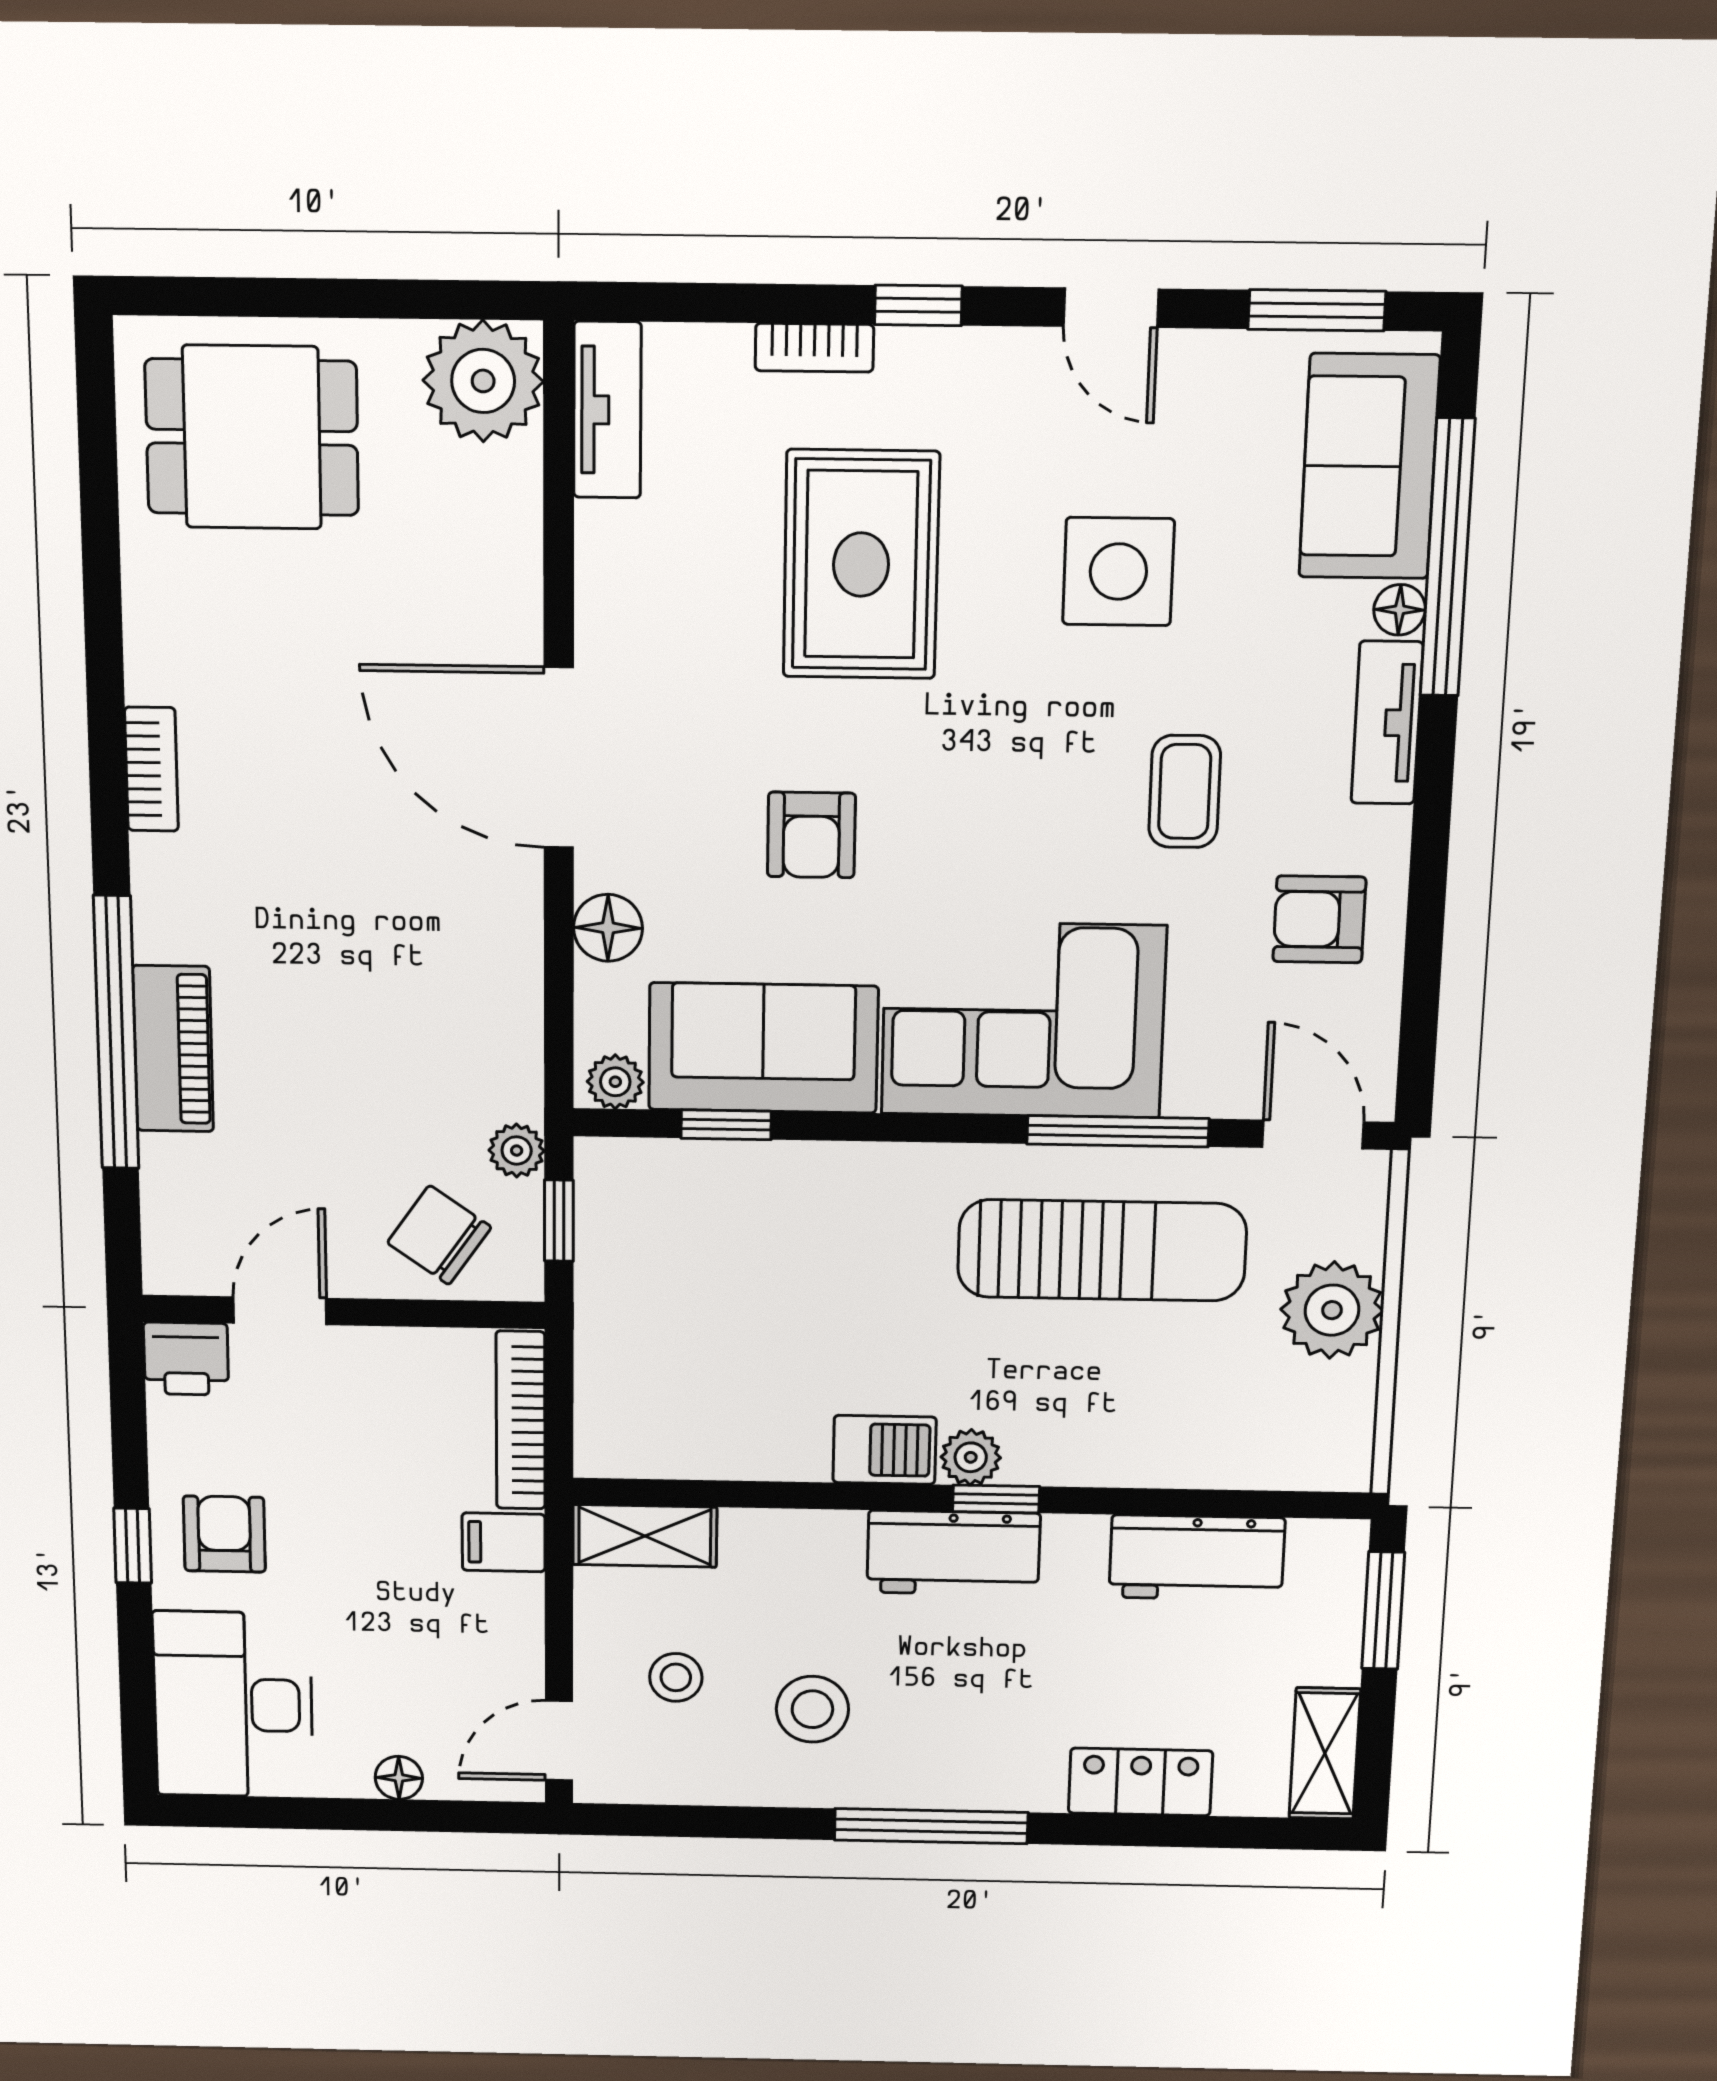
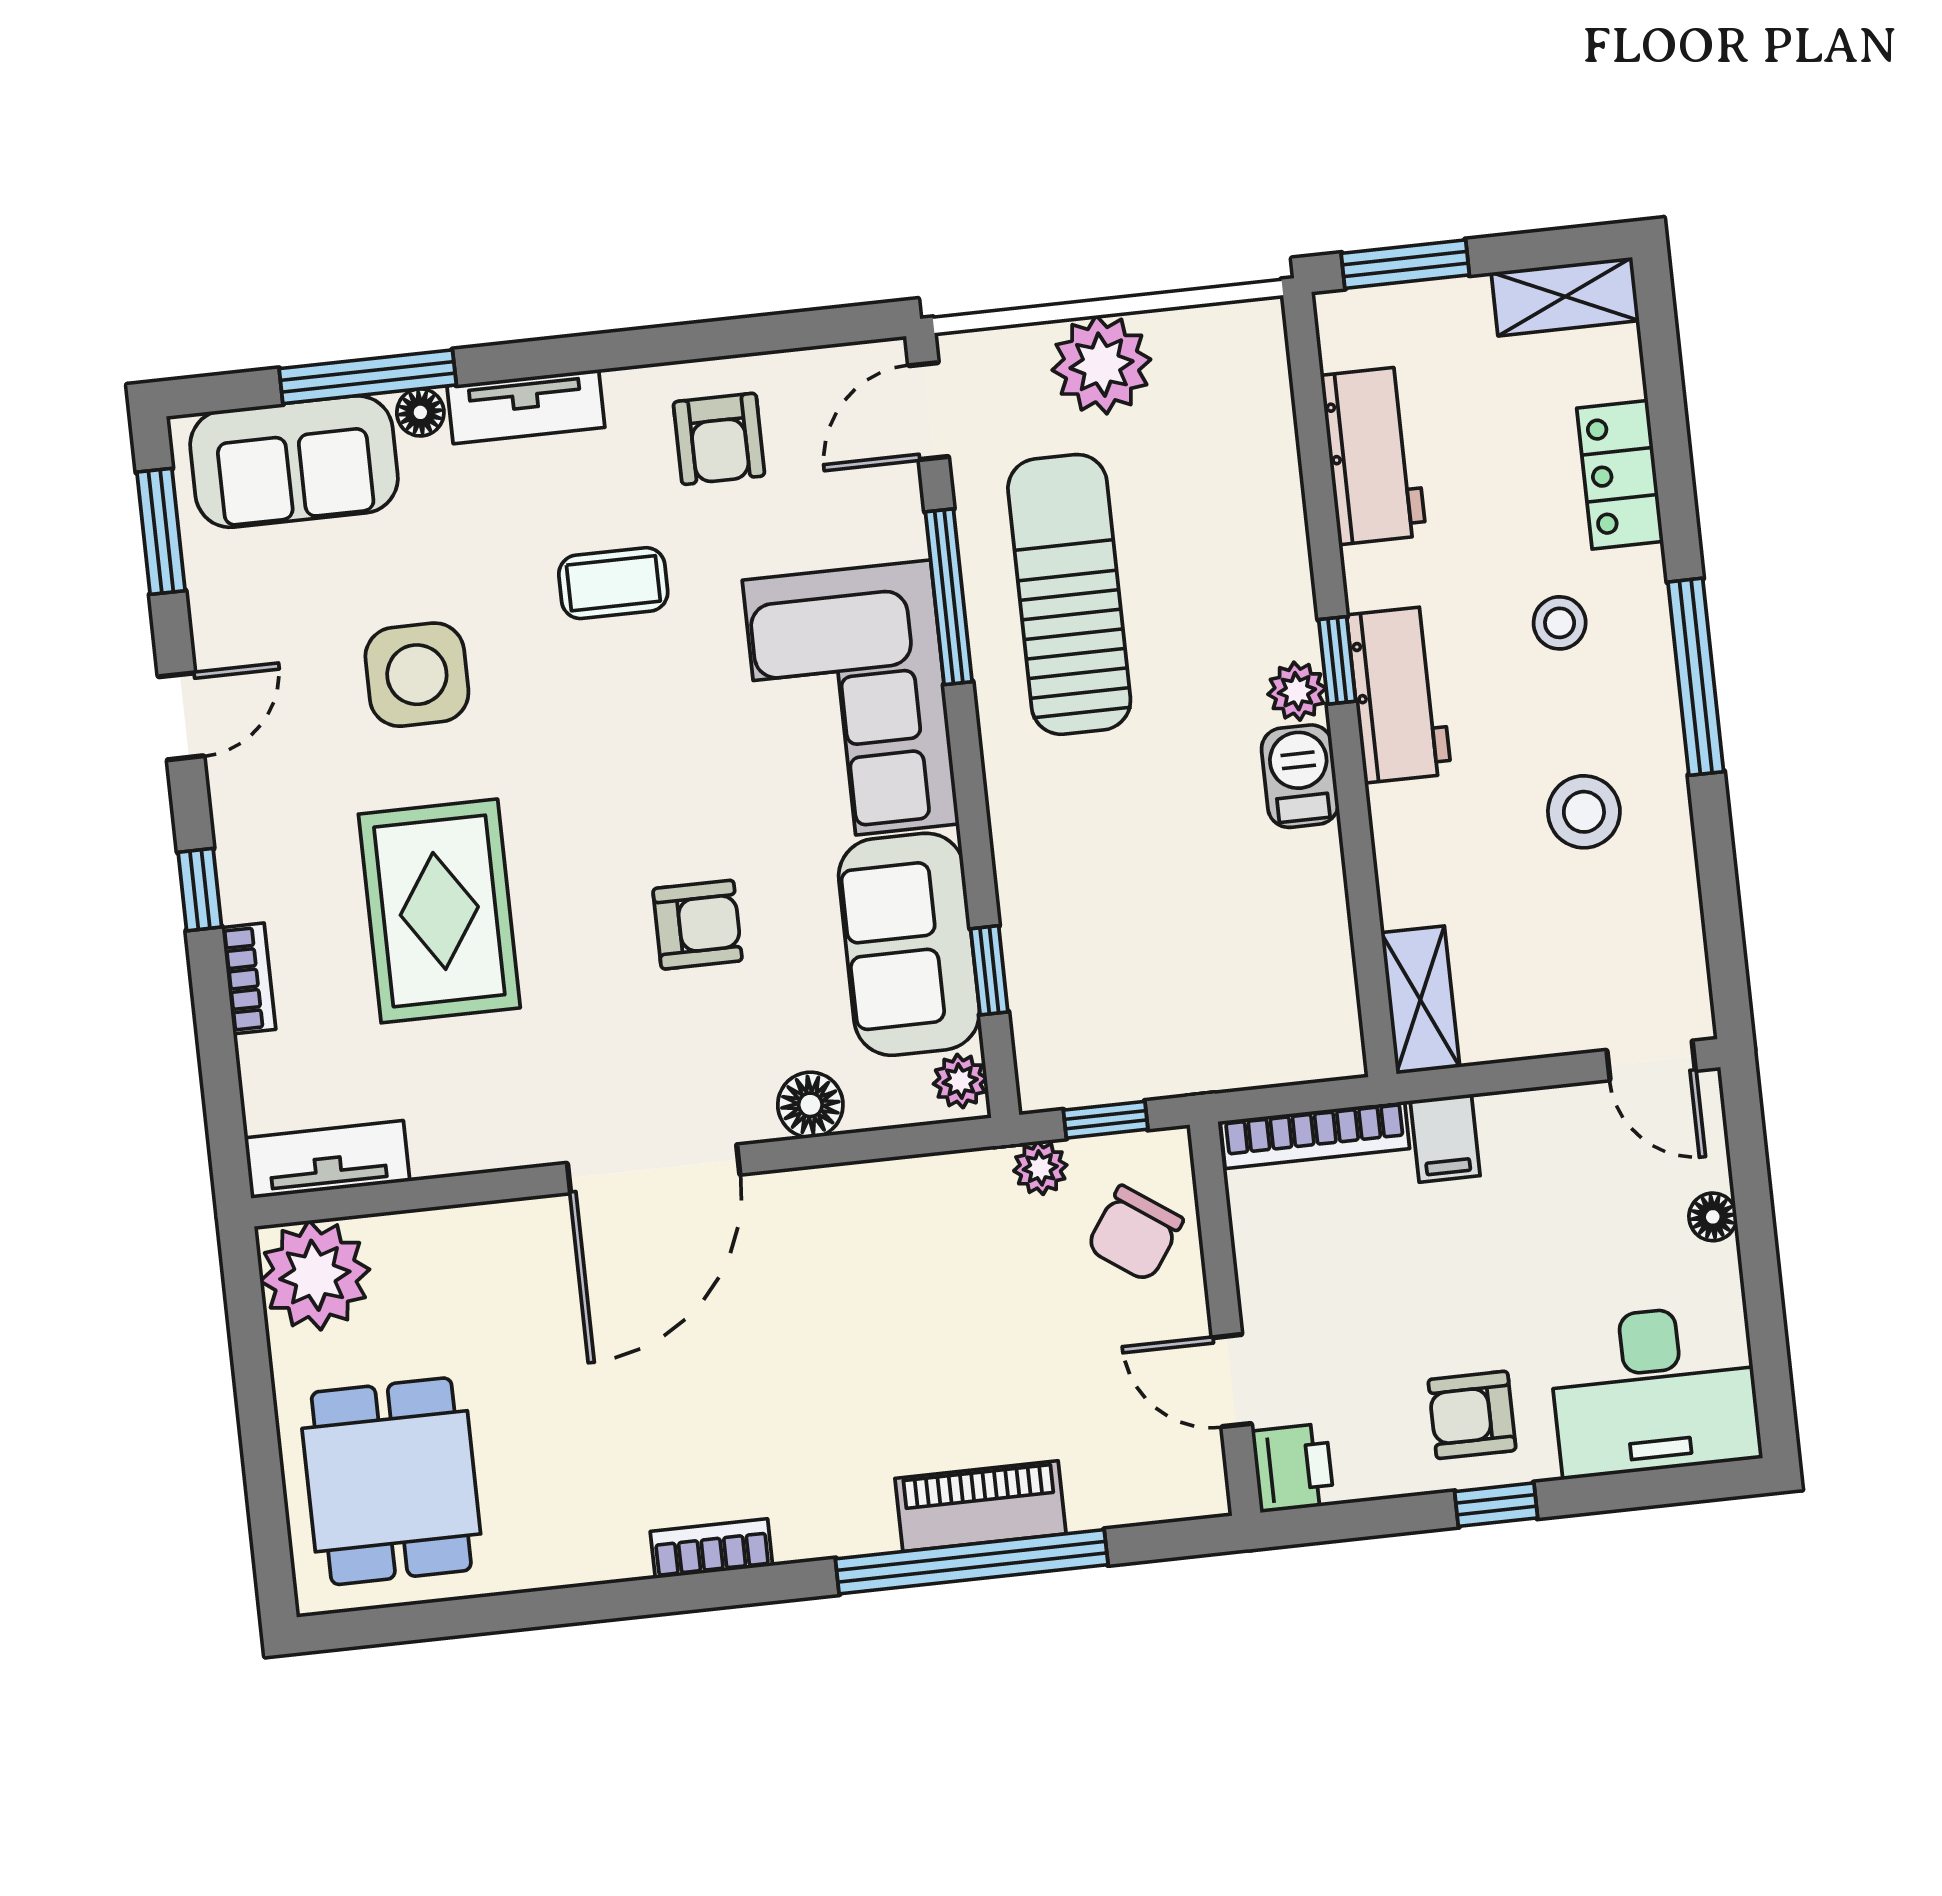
window: (1448, 558) -> (368, 377), width x0.68
rug: (861, 565) -> (439, 911), turned 90
stool: (676, 1677) -> (1560, 623), moved

